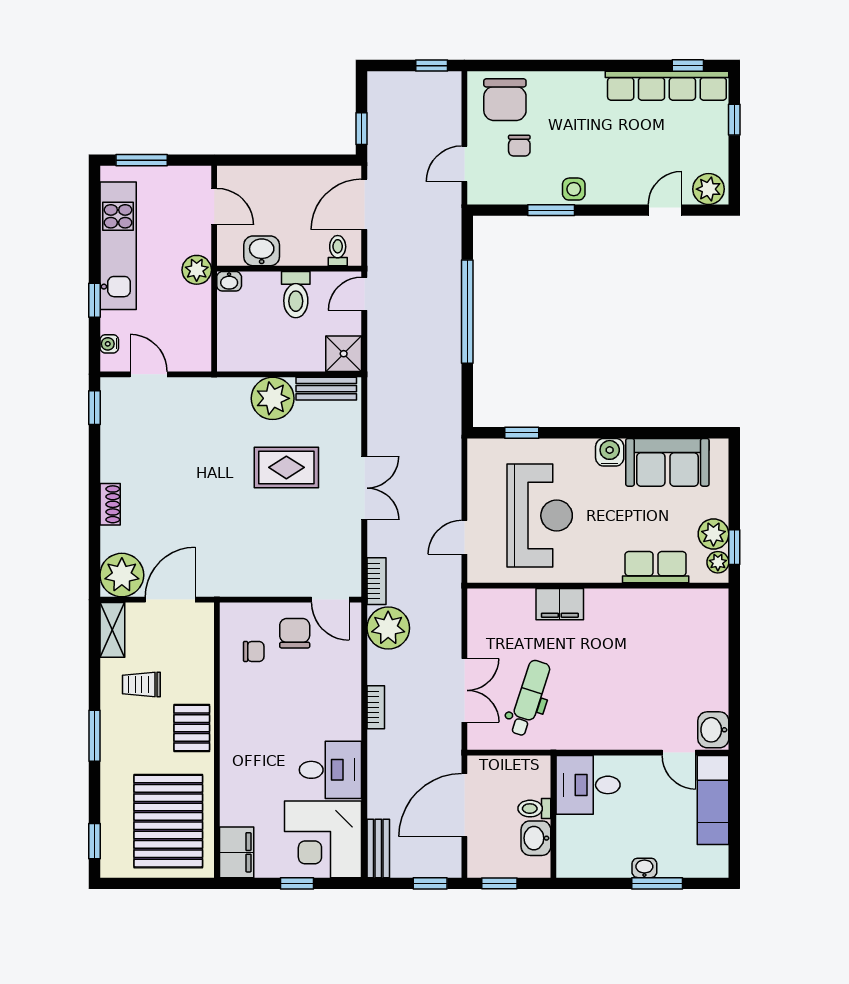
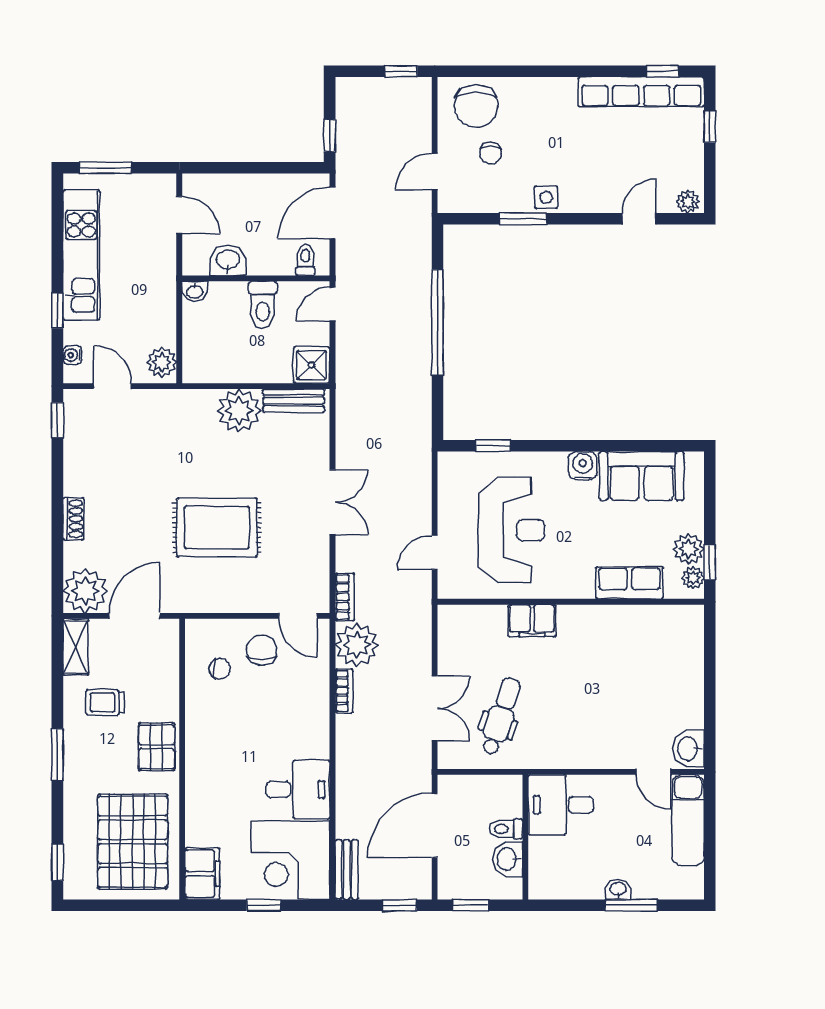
plant: (709, 189) -> (688, 202), width x0.73, depth x0.73
plant: (197, 270) -> (162, 362), moved
rug: (286, 467) -> (217, 527), moved, width x1.36, depth x1.43
bookcase: (376, 707) -> (344, 691), moved

